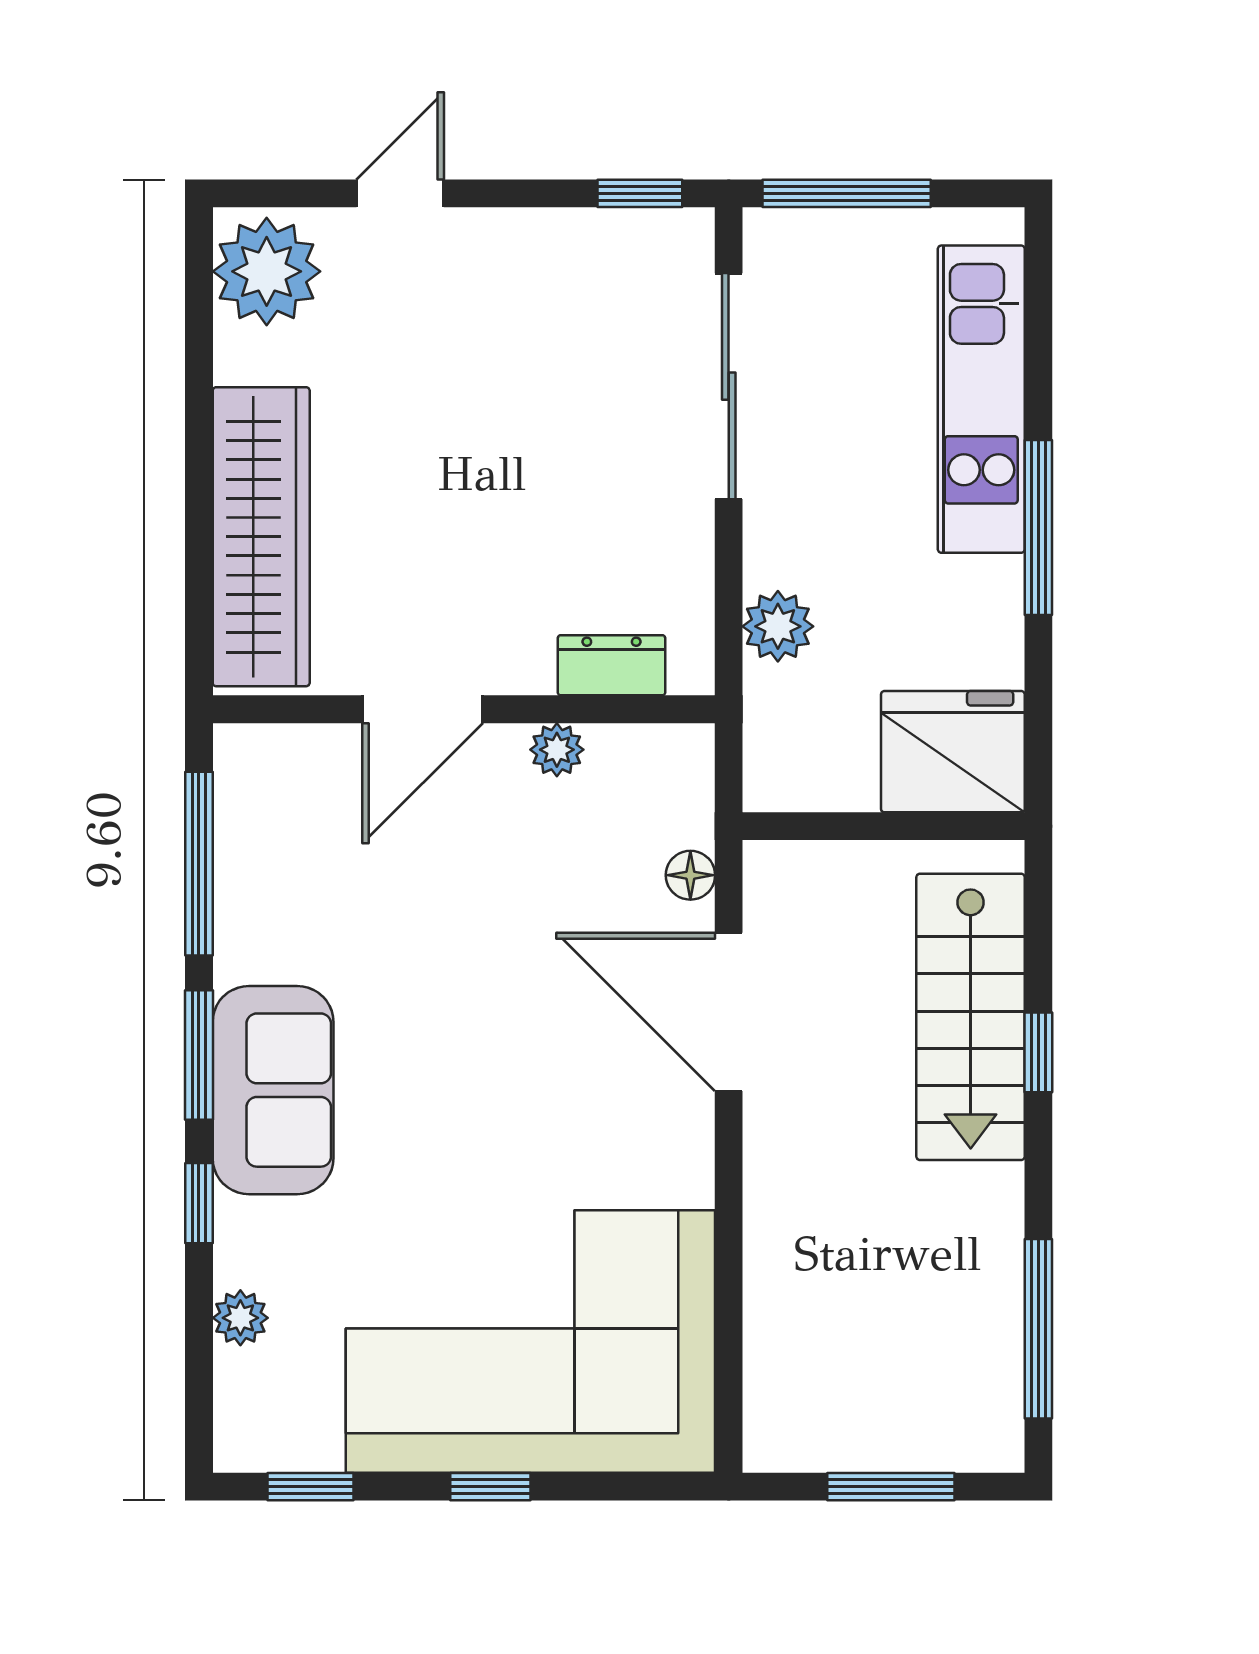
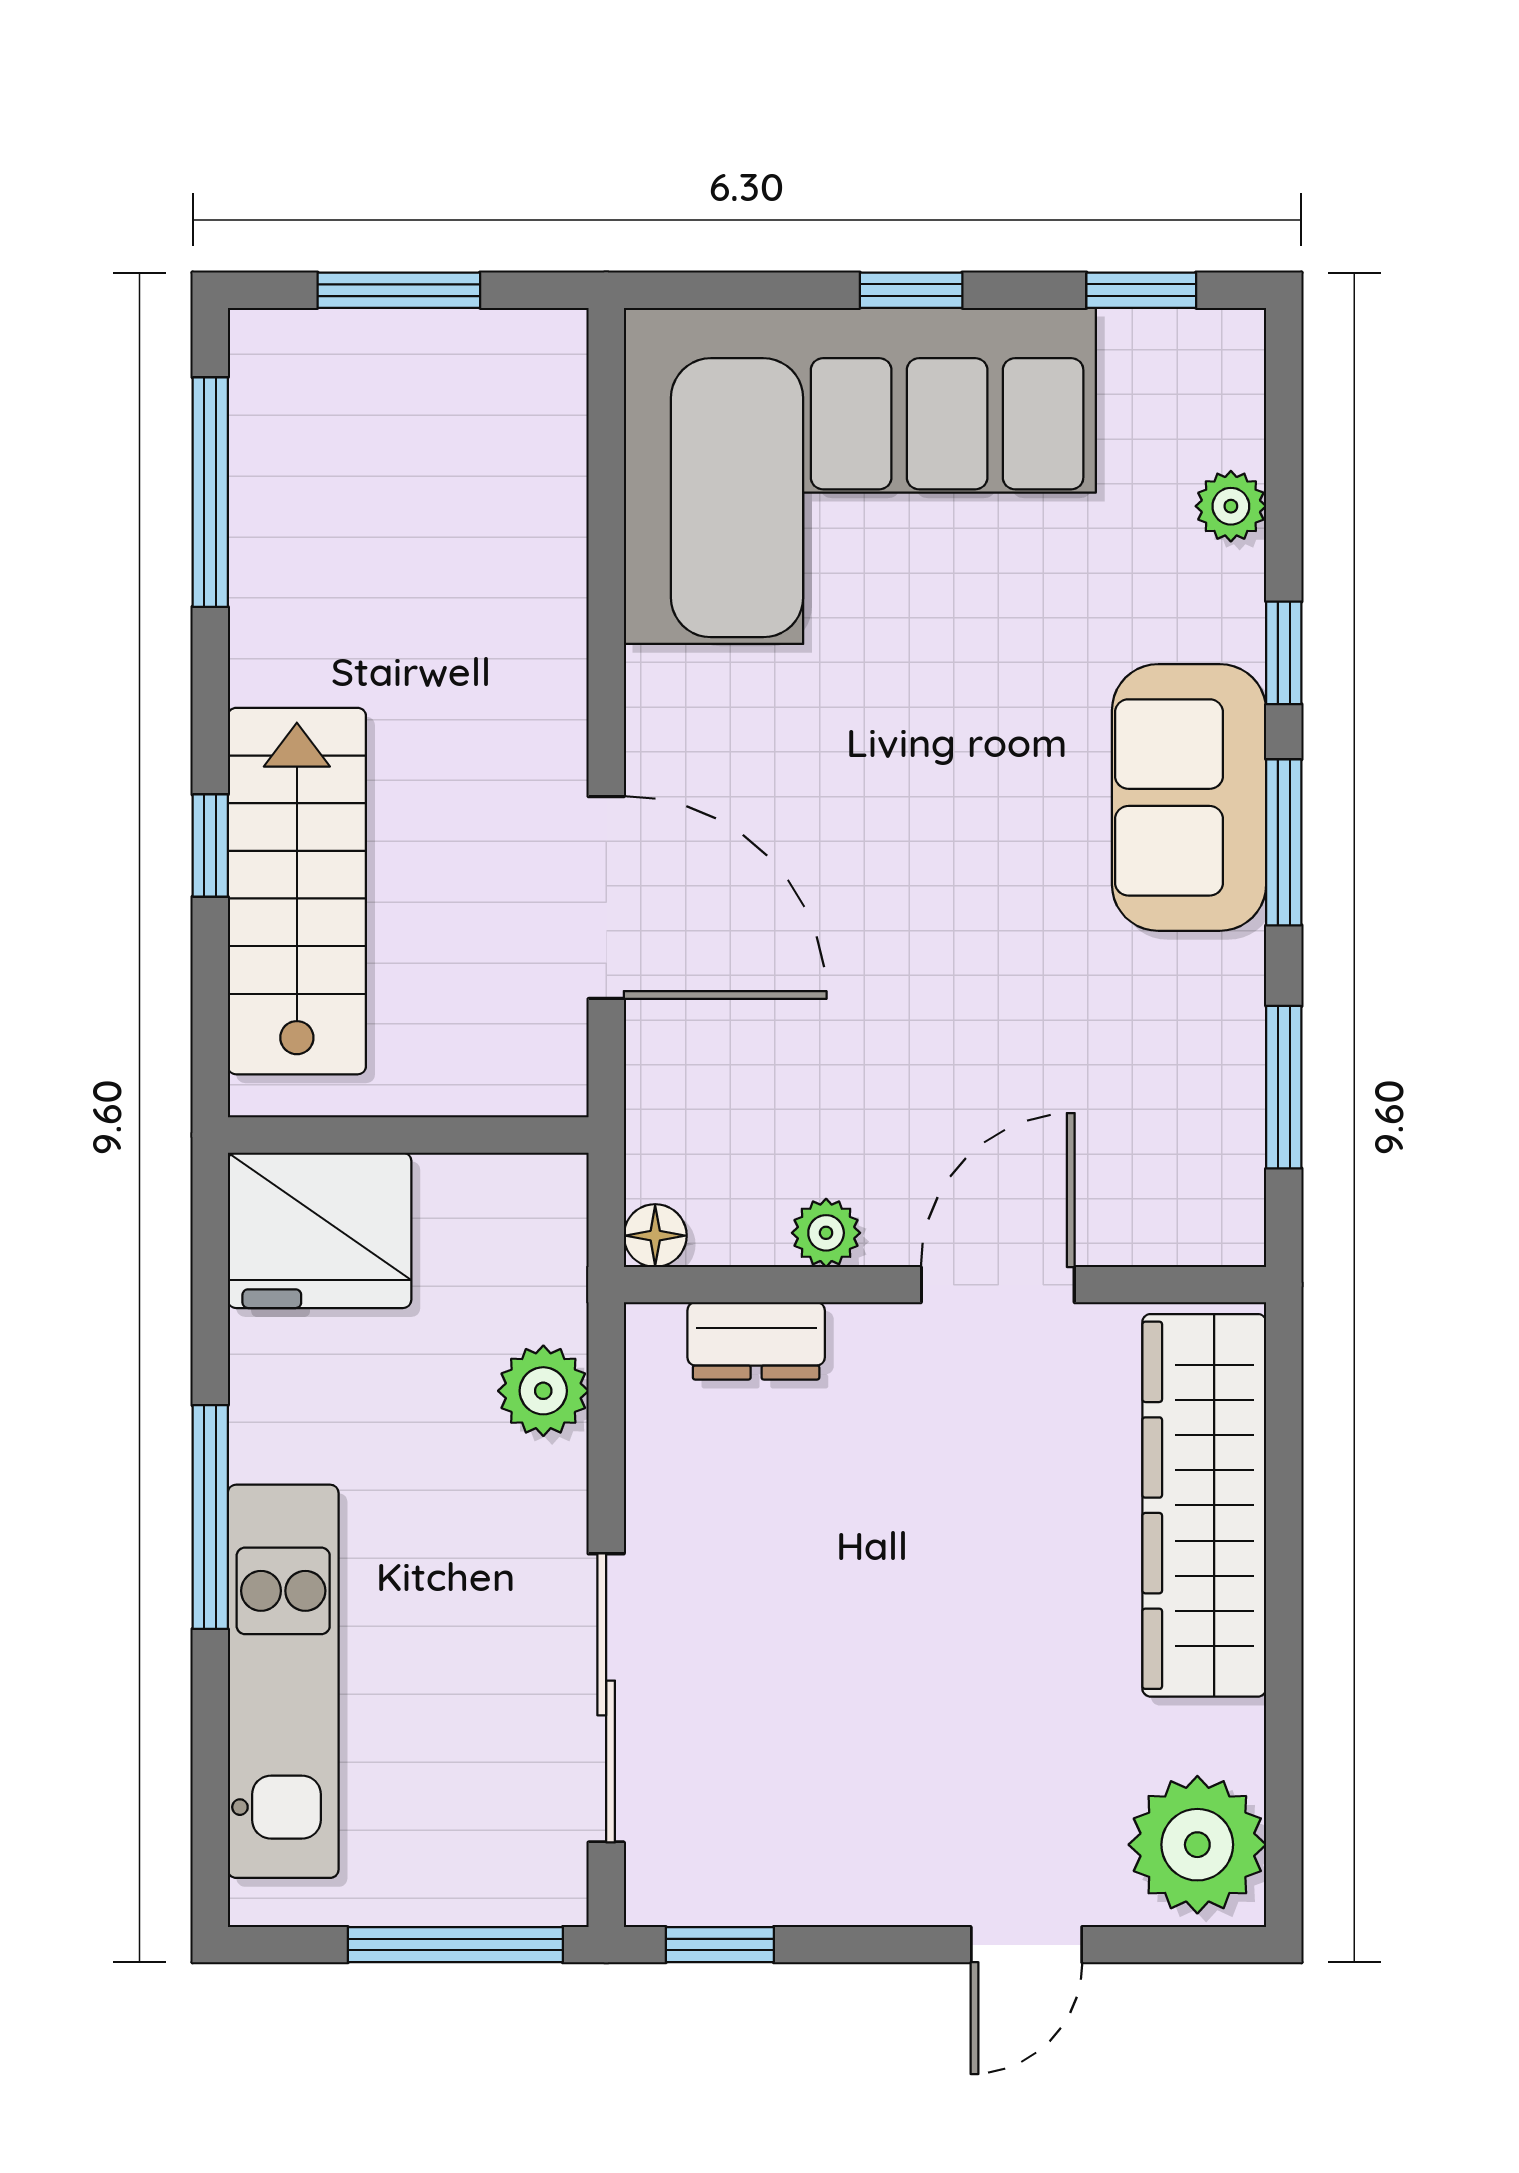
window: (199, 864) -> (1284, 1087), width x0.69
floor lamp: (690, 875) -> (655, 1236), moved

